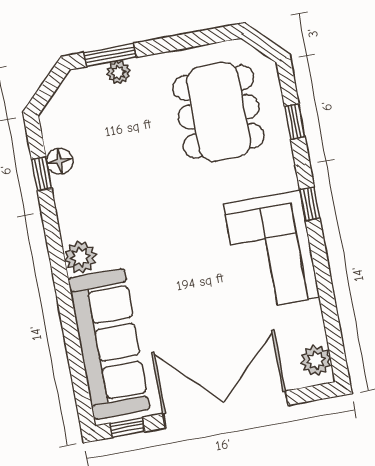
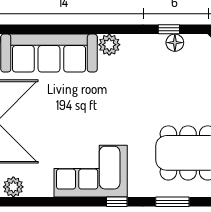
window: (295, 122) -> (172, 202), width x1.50

